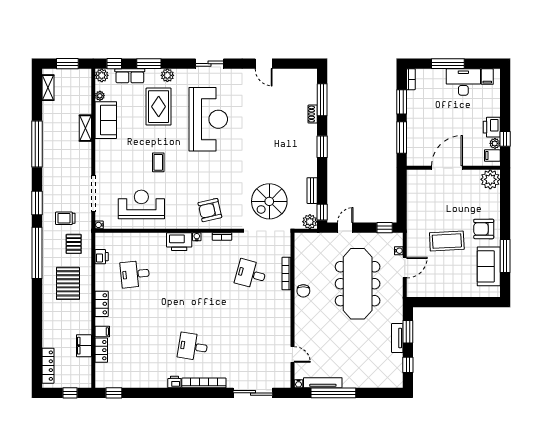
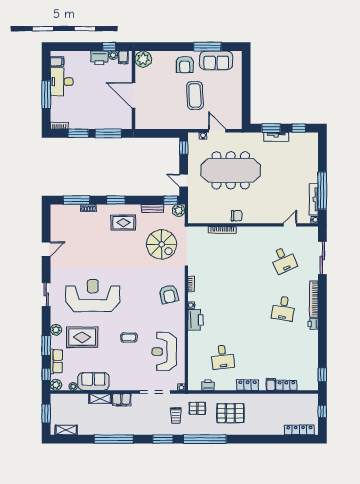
rug: (295, 156) -> (123, 223), added
desk: (251, 274) -> (283, 260), moved, turned -39
filing cabinet: (84, 346) -> (122, 400), moved

